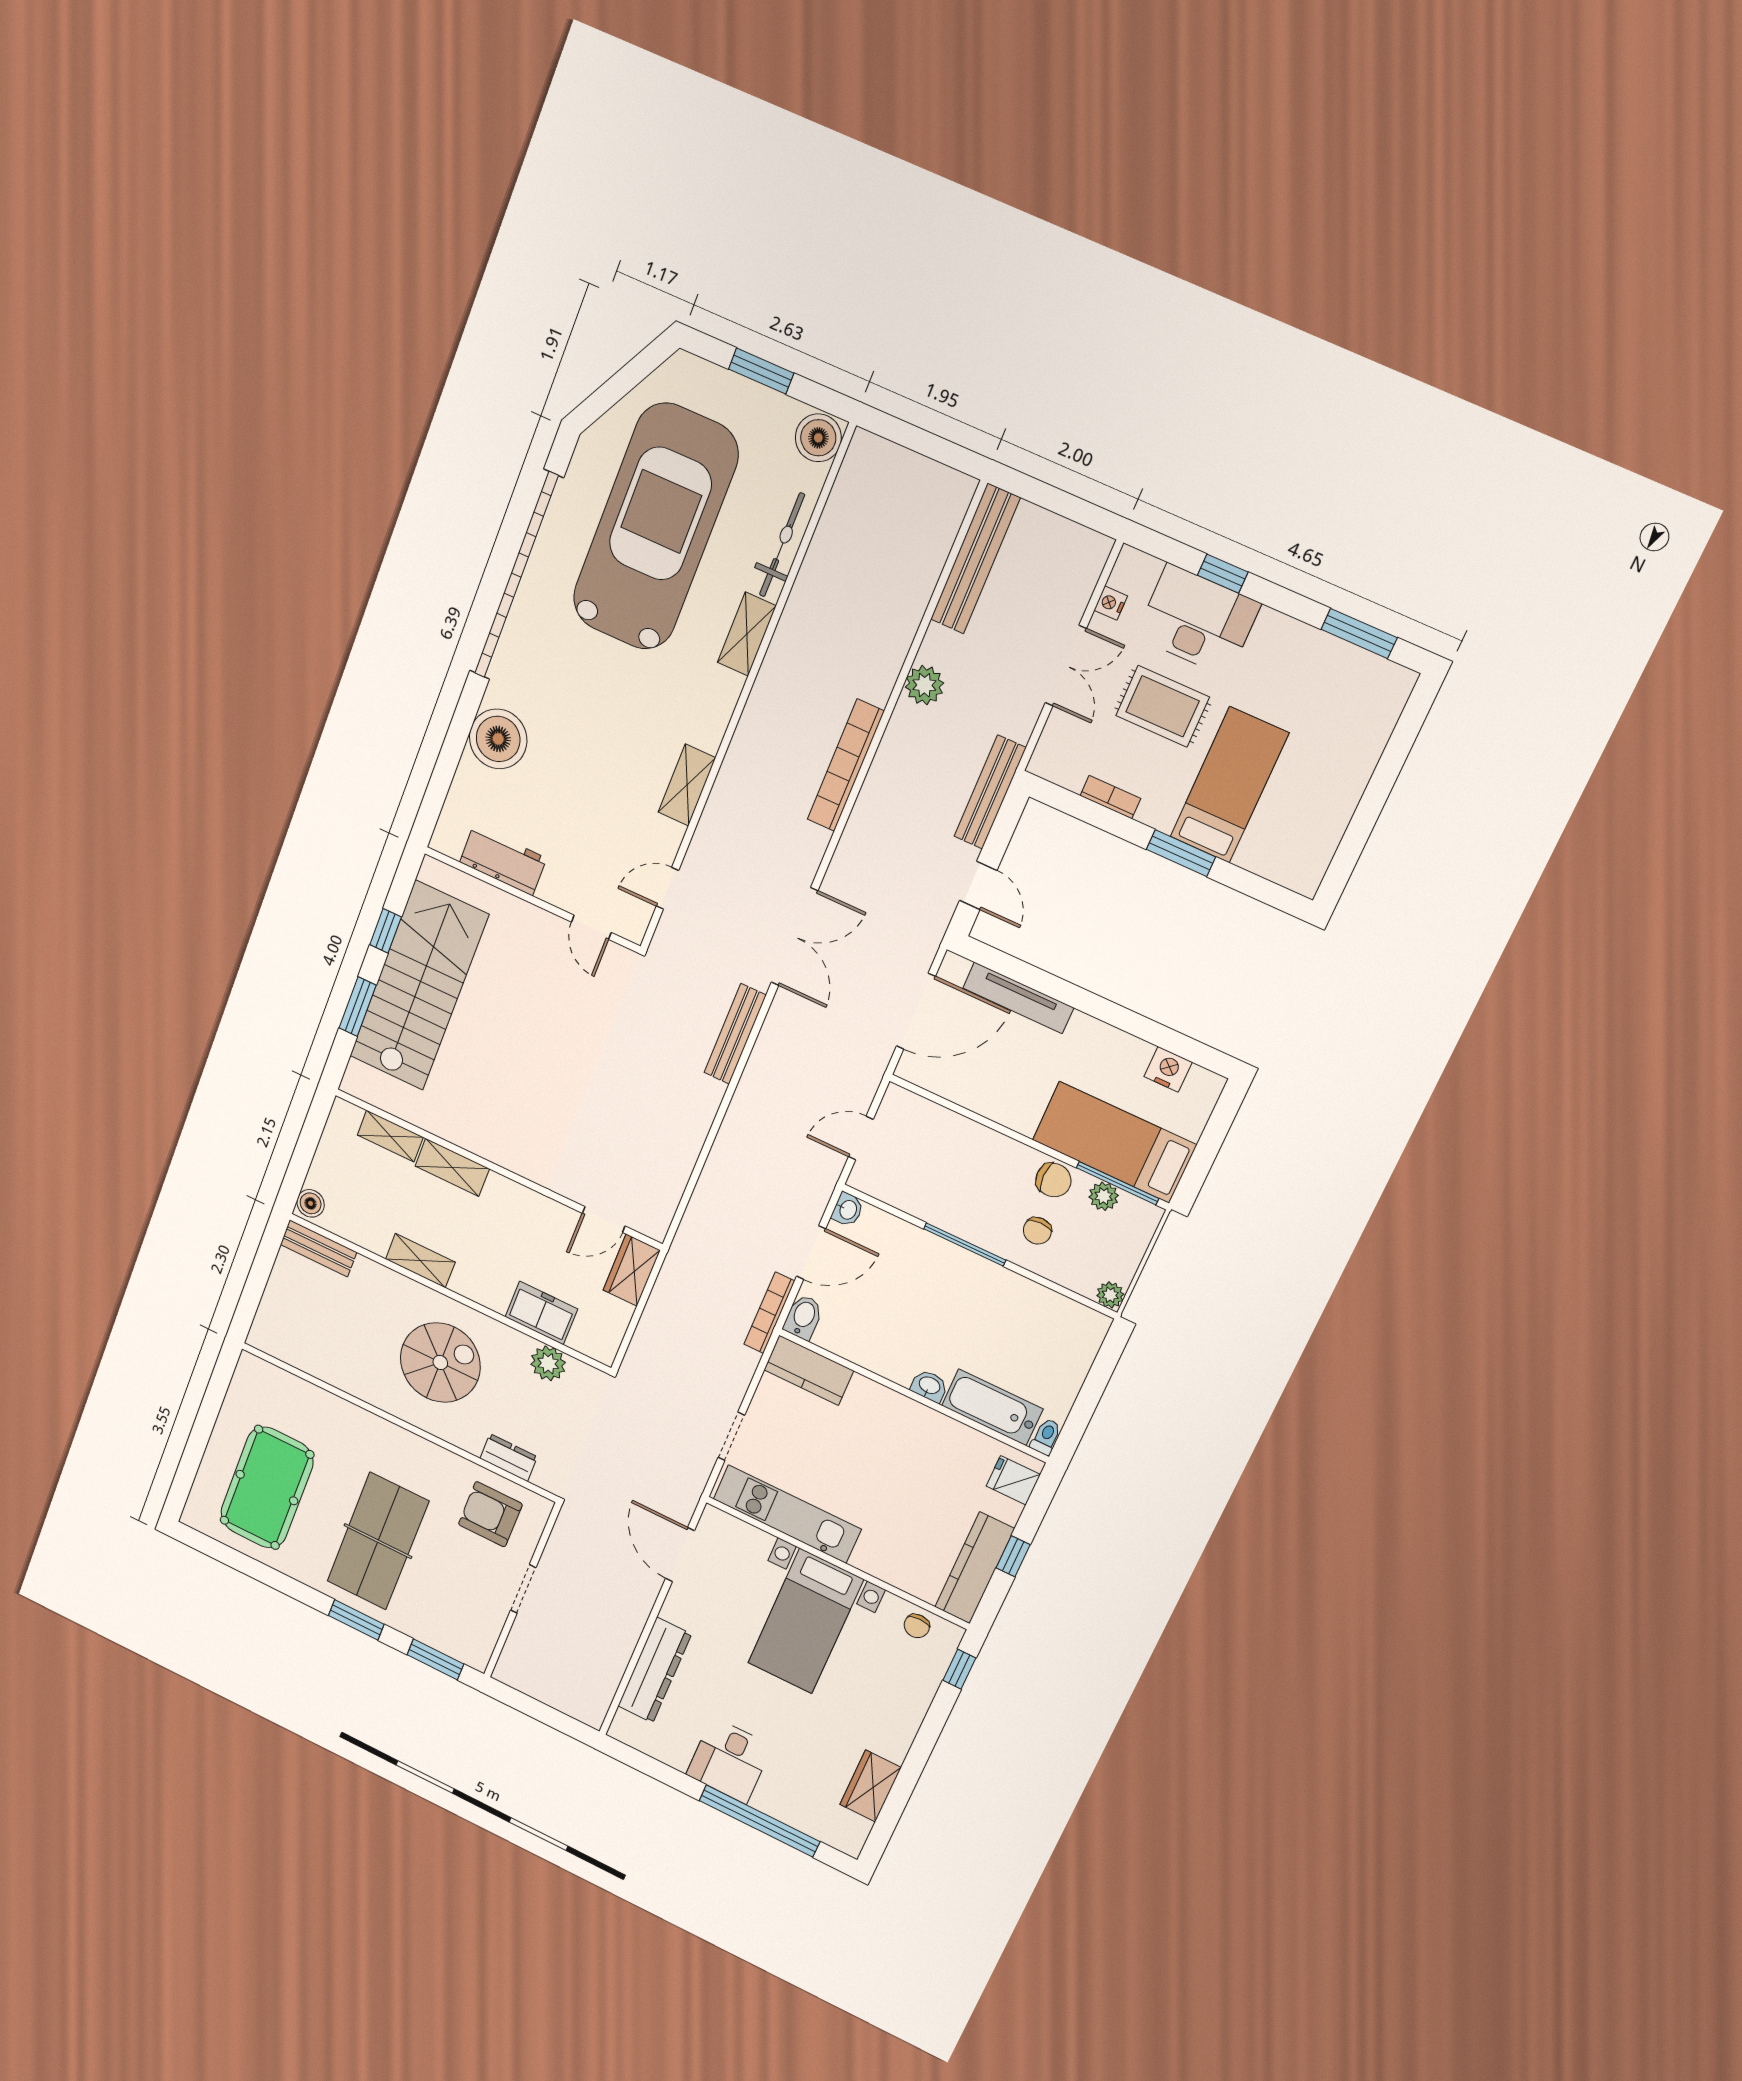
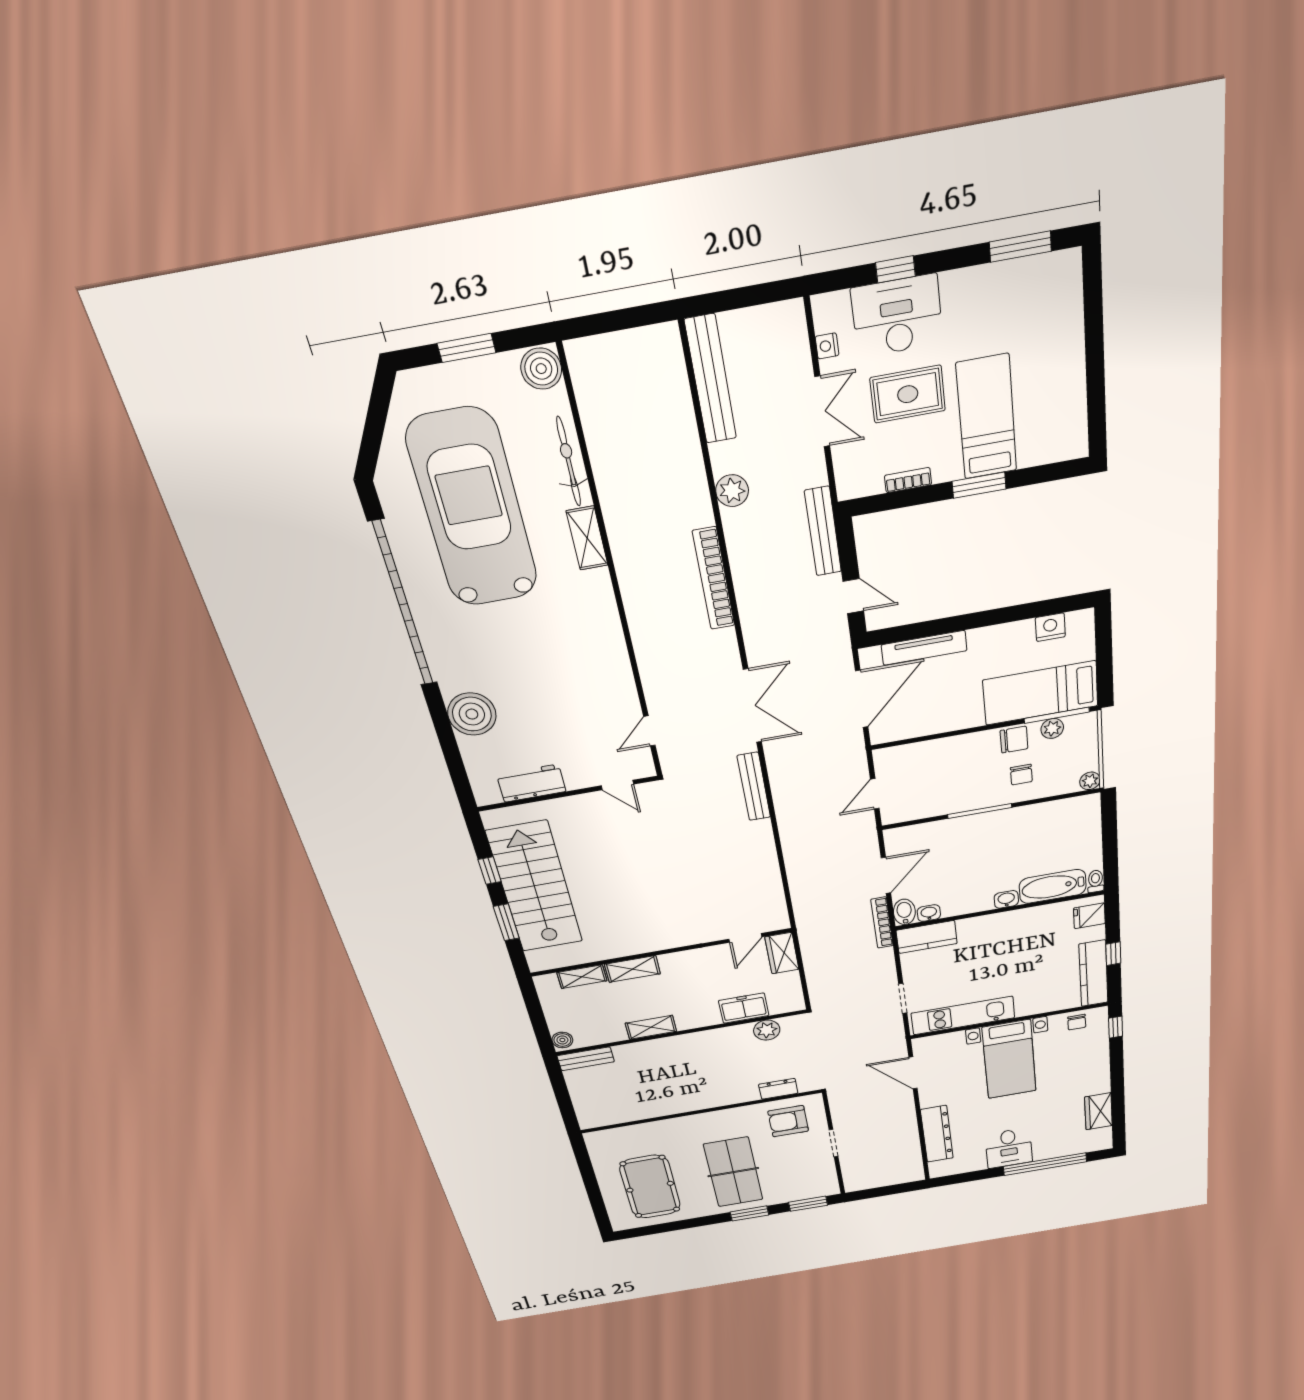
shelving: (687, 785) -> (616, 661), removed
washbasin: (848, 1210) -> (929, 913), moved, turned -90
spiral stairs: (440, 1363) -> (703, 1069), removed

